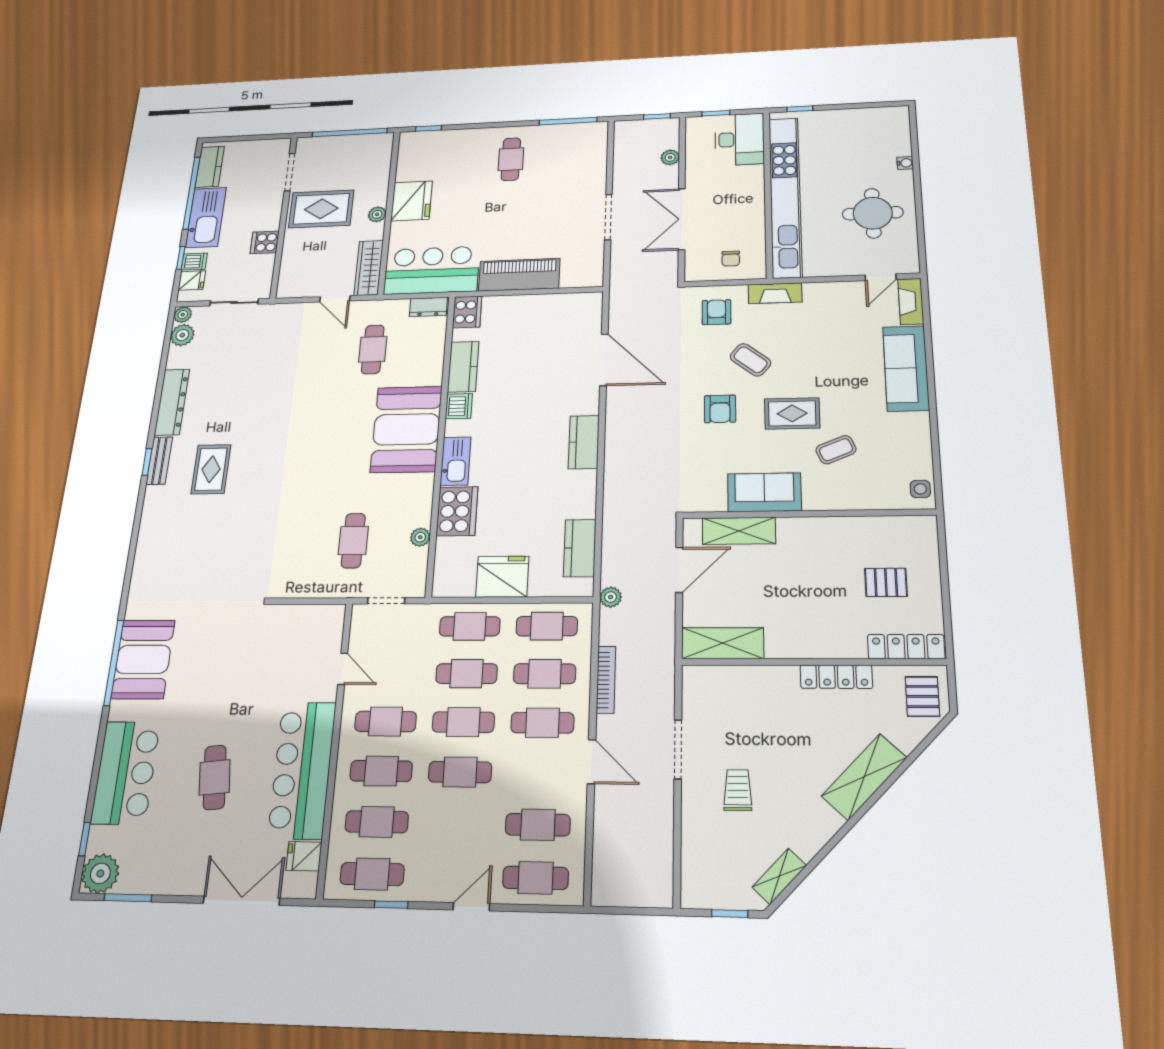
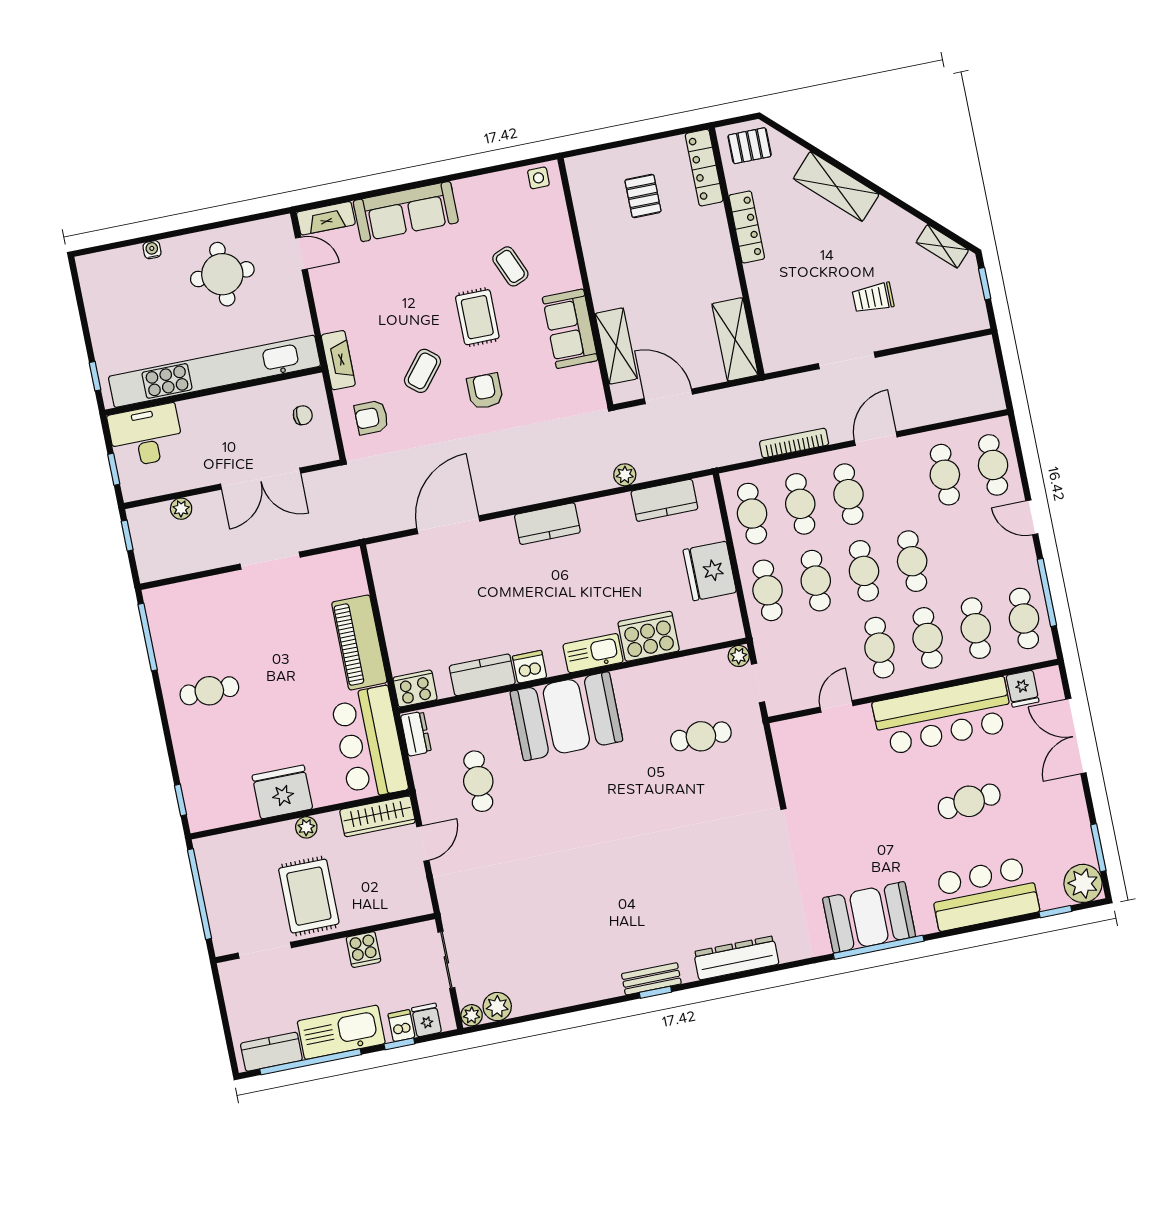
cafe table: (373, 349) -> (478, 781), turned 90
dresser: (172, 402) -> (736, 958), moved
armchair: (720, 409) -> (485, 391), turned -90
rug: (211, 469) -> (651, 917), removed
plant: (420, 537) -> (739, 656), moved
plant: (611, 597) -> (625, 475), moved
window: (391, 905) -> (1047, 592), width x2.17

